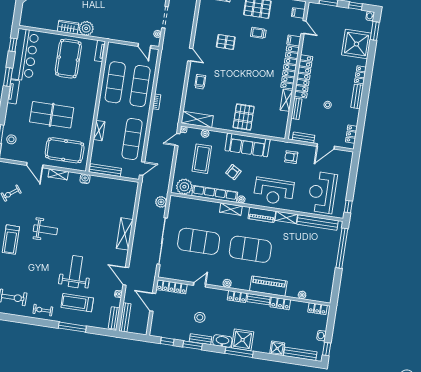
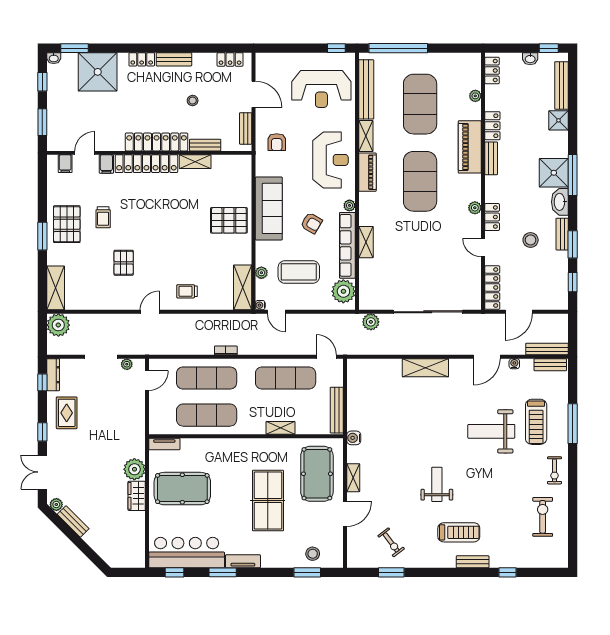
shelving: (231, 209) -> (366, 242), moved
exercise mat: (199, 241) -> (420, 104), moved
locker: (237, 297) -> (492, 217), moved

